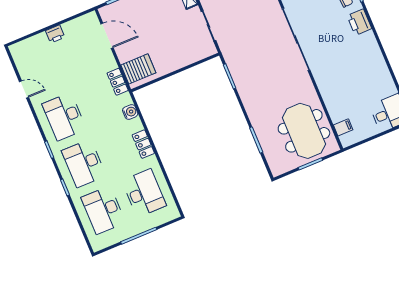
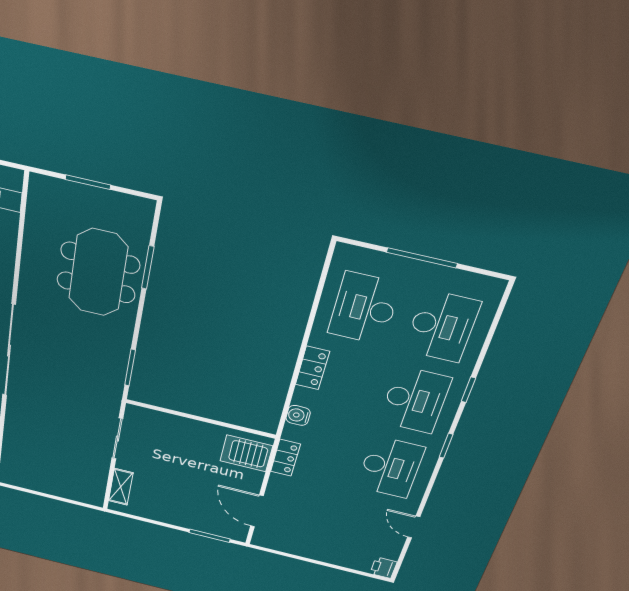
printer: (55, 34) -> (383, 568), moved, turned -90
meeting table: (304, 131) -> (98, 273), moved

